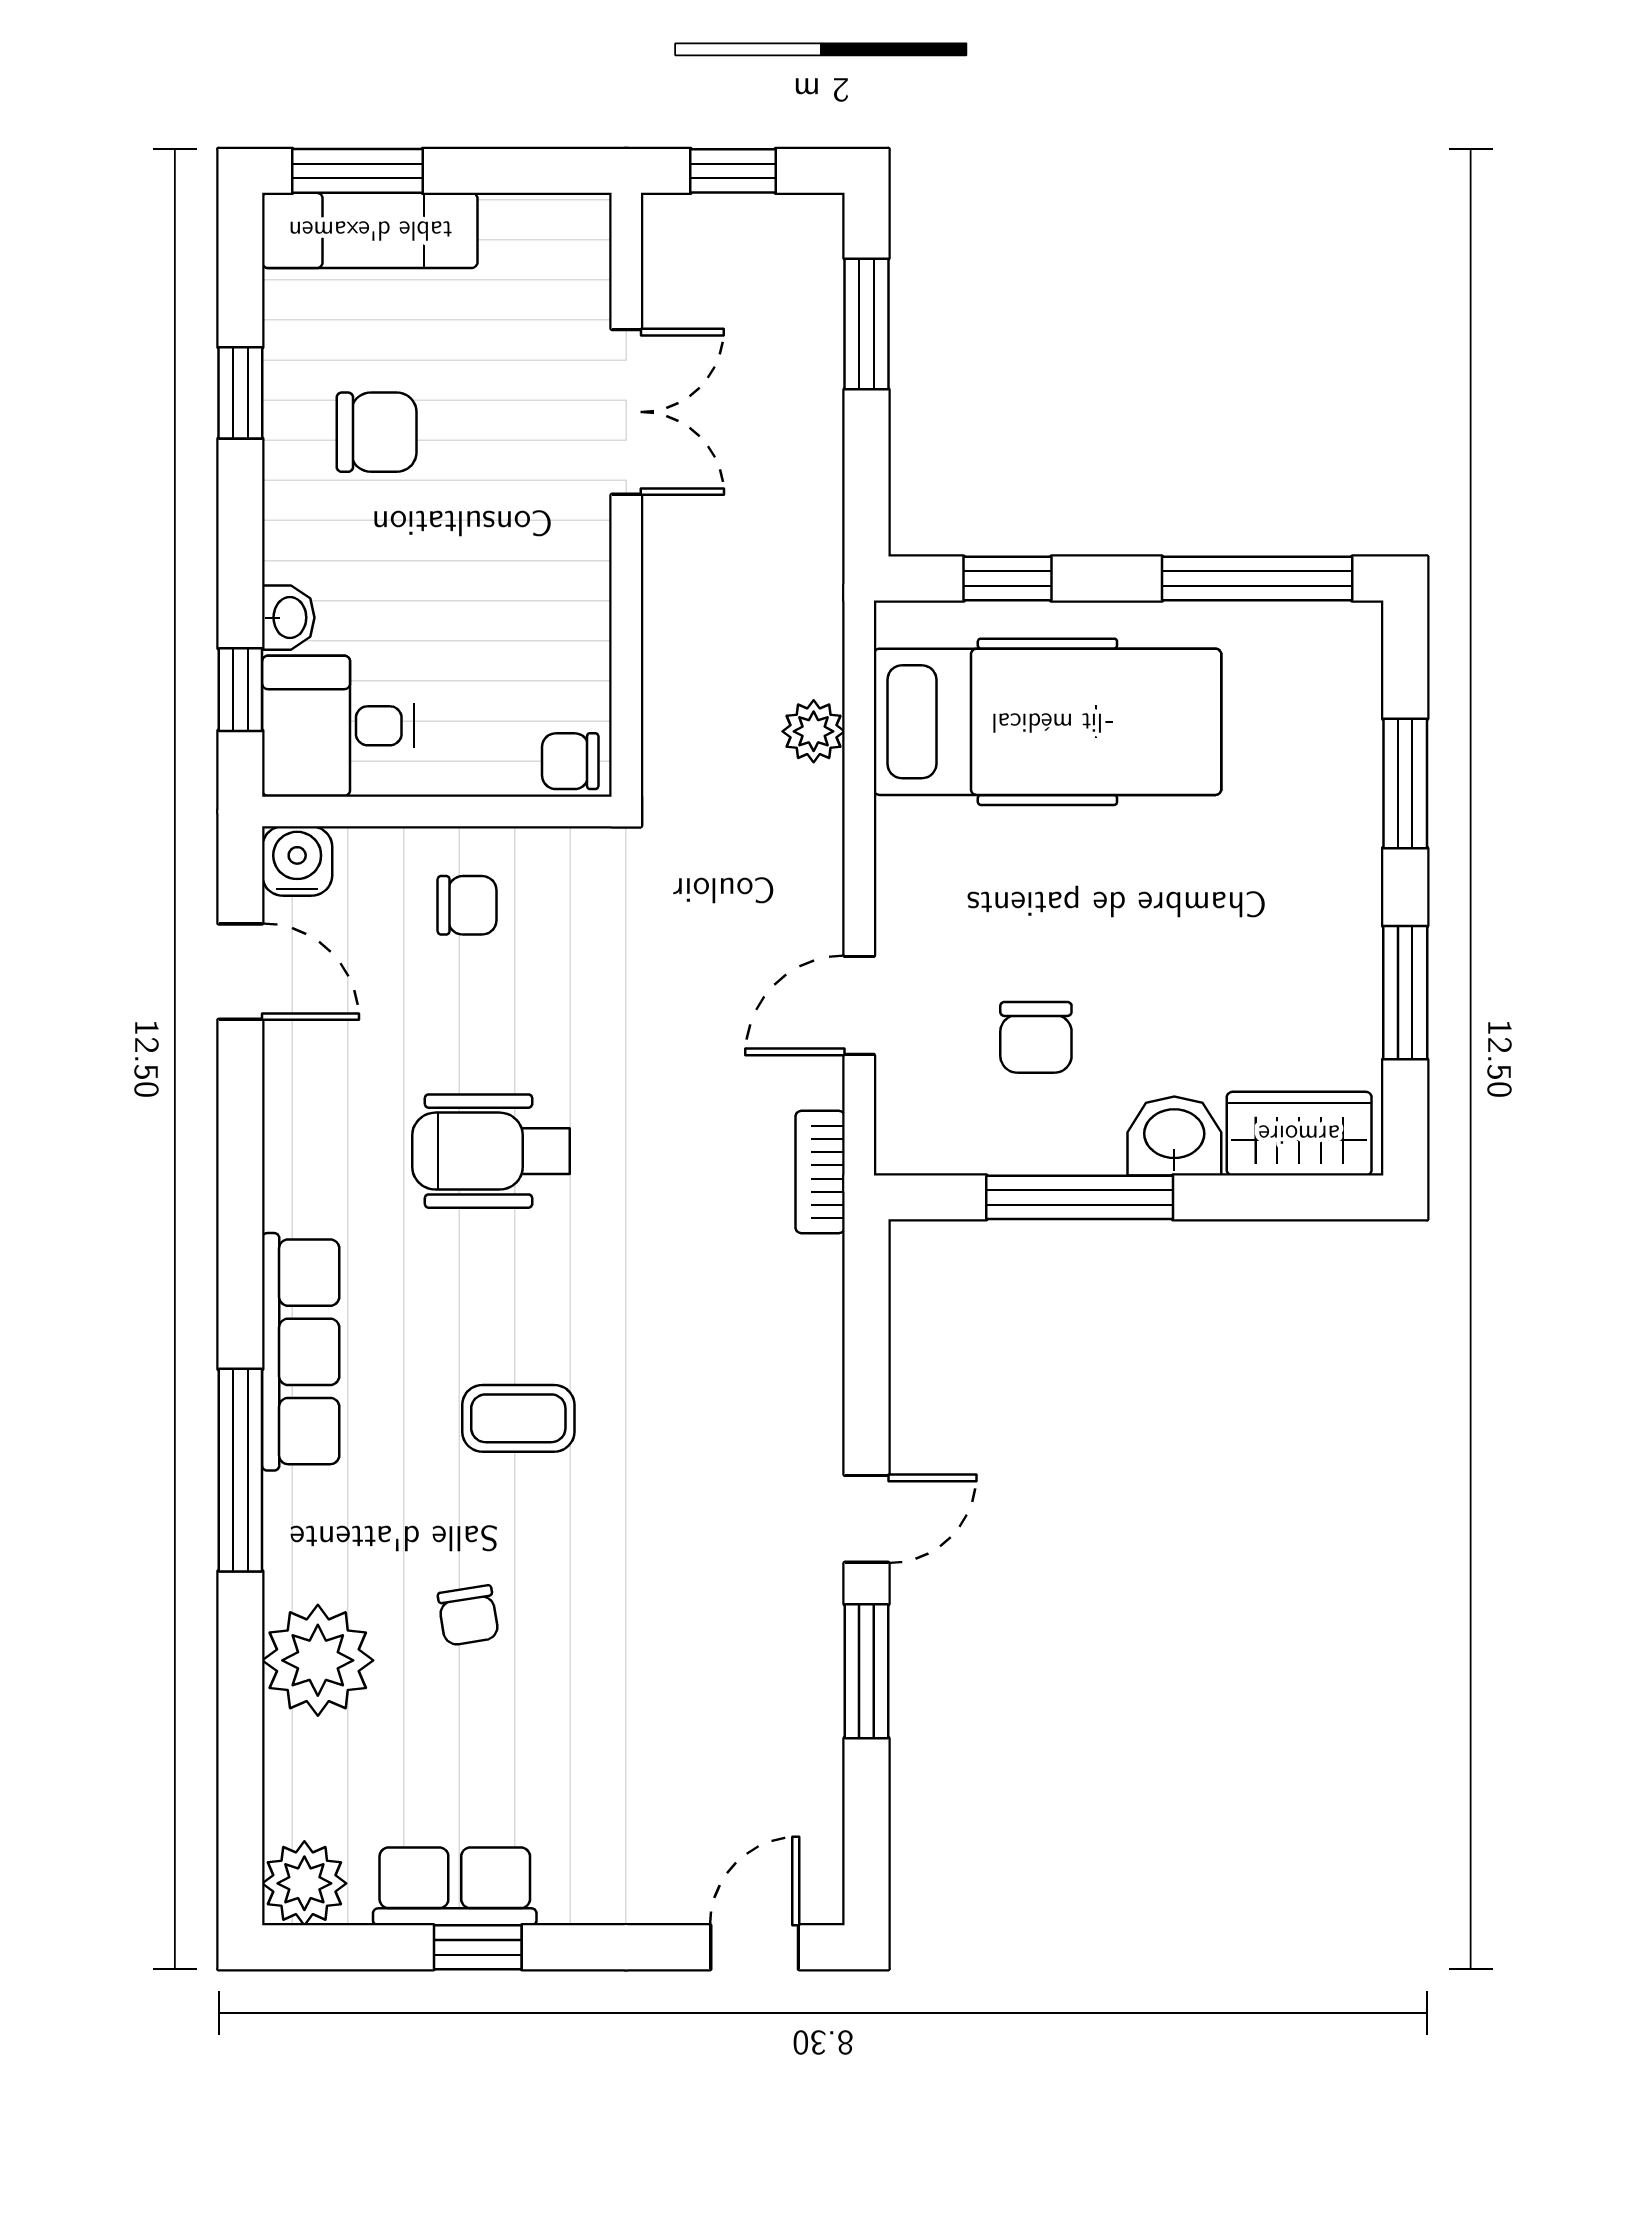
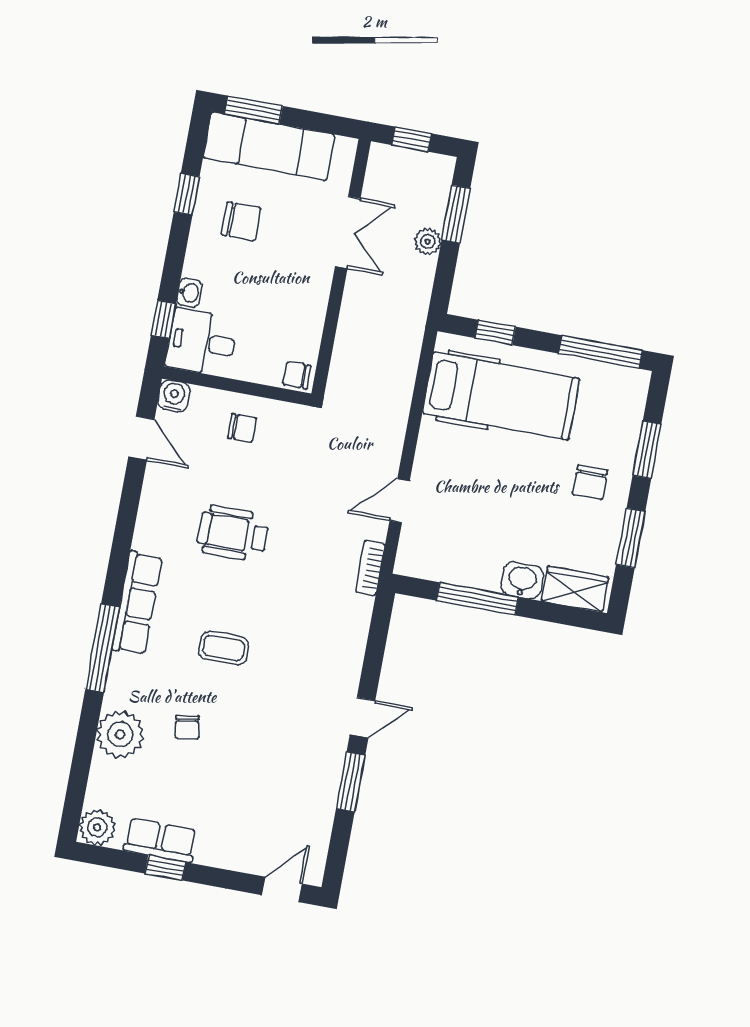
exam couch: (370, 230) -> (269, 146), width x1.36, depth x1.45
plant: (814, 731) -> (428, 242), moved
chair: (1036, 1037) -> (590, 482), moved

